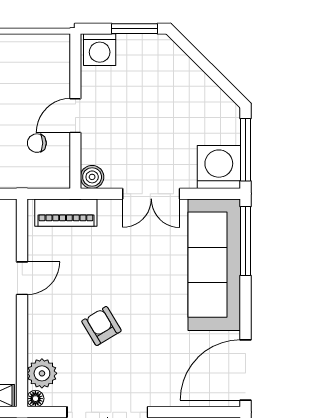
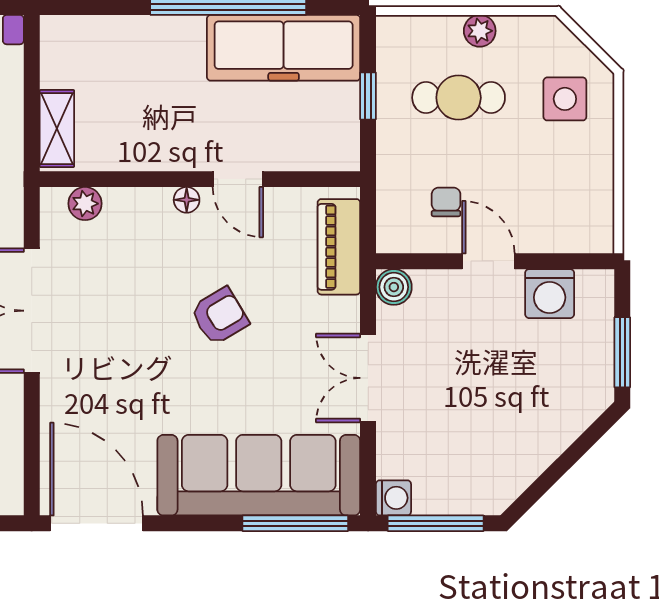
washing machine: (100, 50) -> (550, 294), moved, turned -90
washing machine: (219, 167) -> (393, 498), width x0.53, depth x0.53
armchair: (101, 326) -> (220, 316), moved
plant: (42, 373) -> (85, 204), width x0.73, depth x0.73
floor lamp: (35, 399) -> (187, 200), moved

